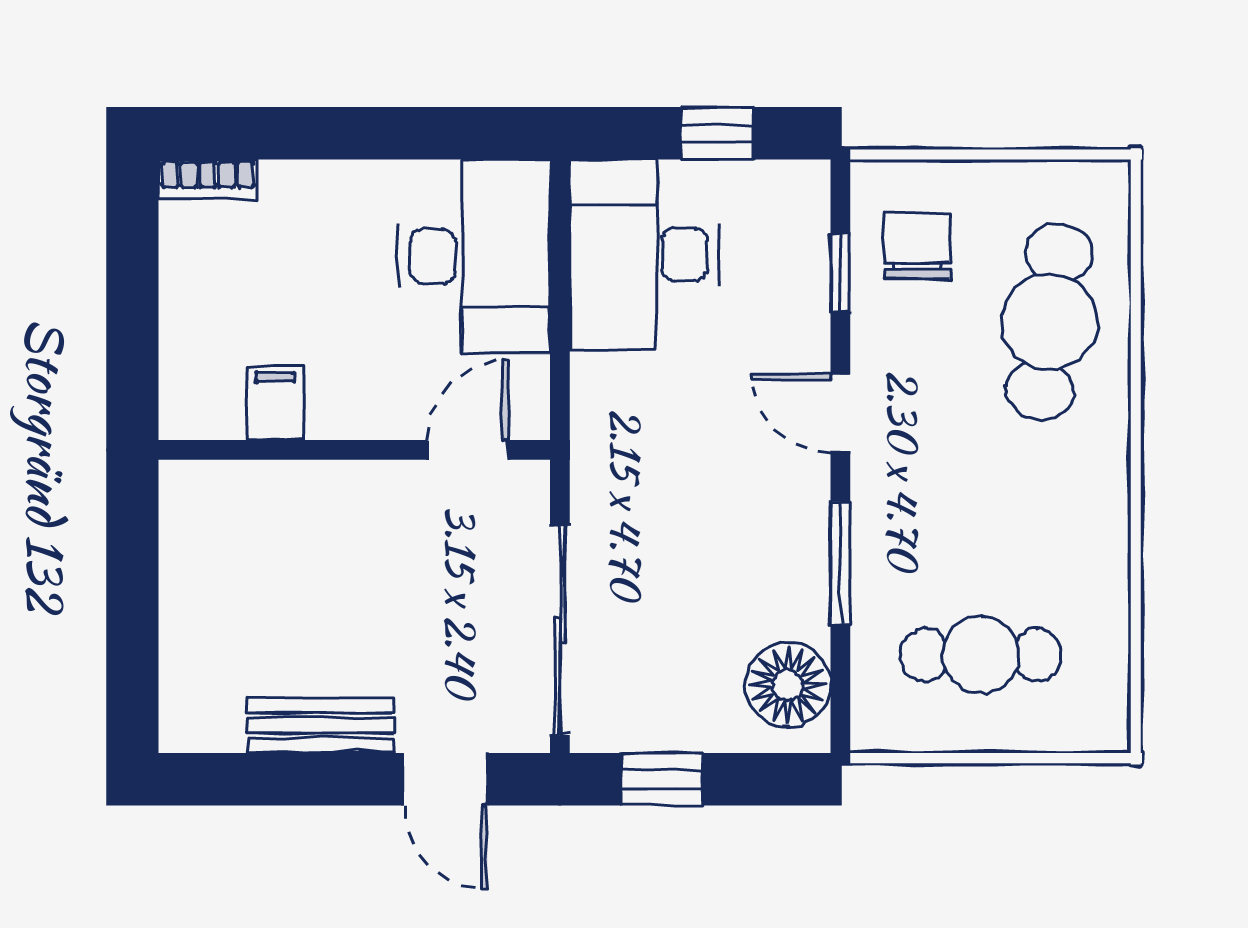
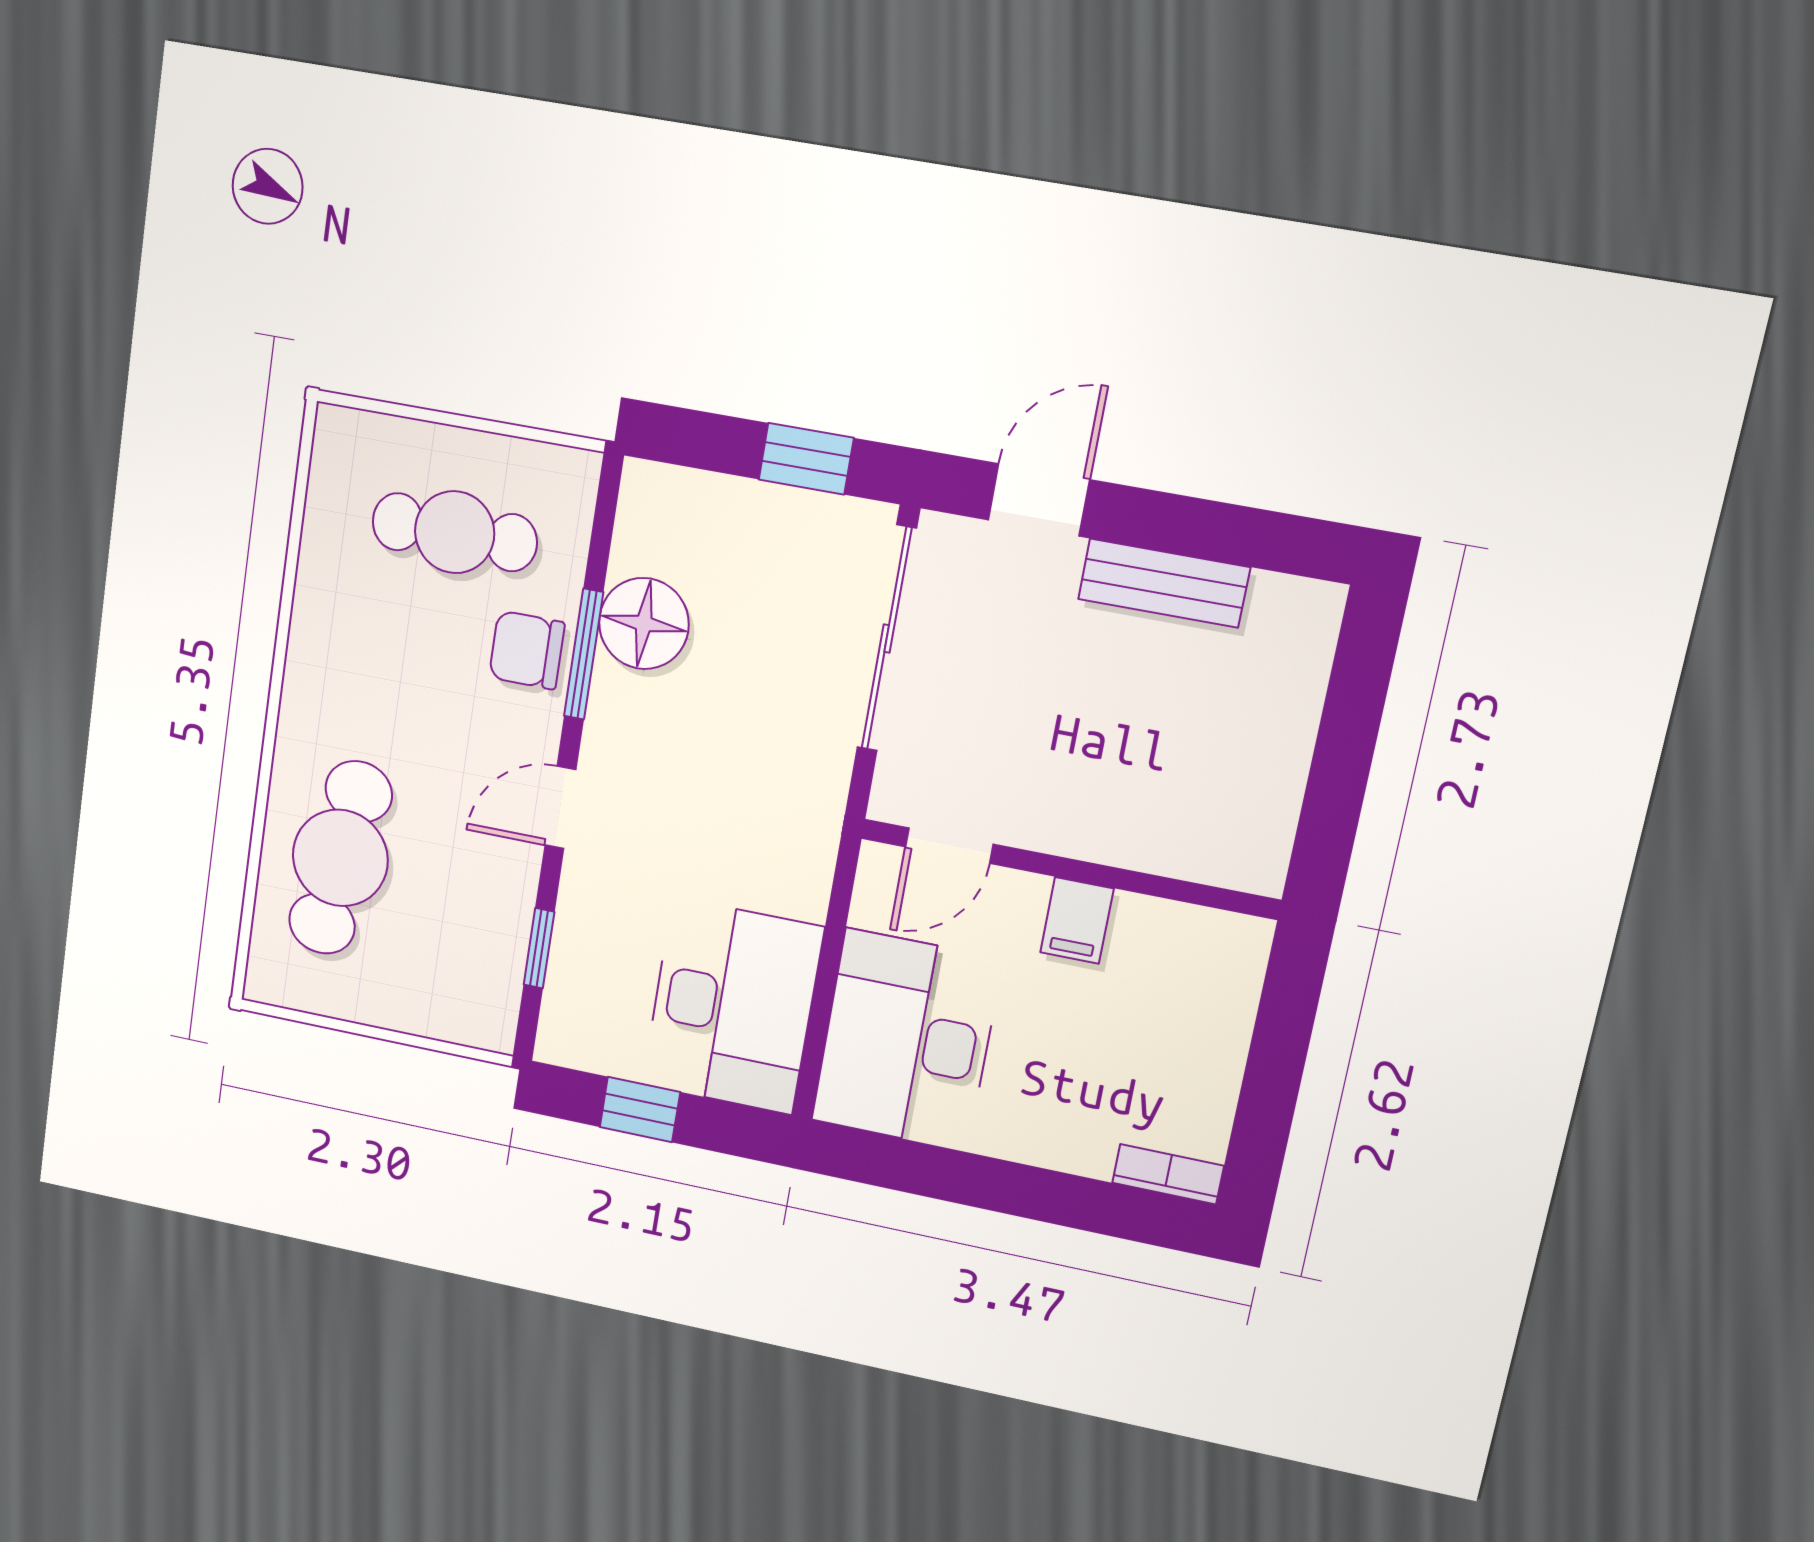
chair: (917, 246) -> (527, 650), moved, turned 90
filing cabinet: (275, 403) -> (1077, 920), moved
door: (840, 414) -> (560, 808), swing flipped
floor lamp: (788, 685) -> (644, 624), moved
door: (445, 779) -> (1039, 500), hinge flipped

